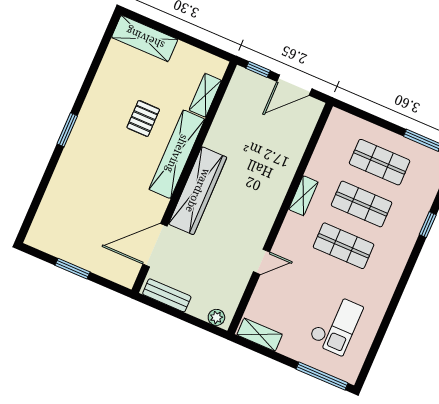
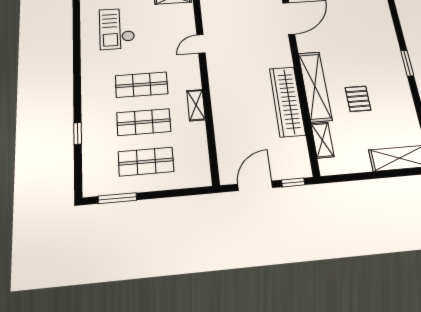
wardrobe: (198, 191) -> (287, 101), moved

